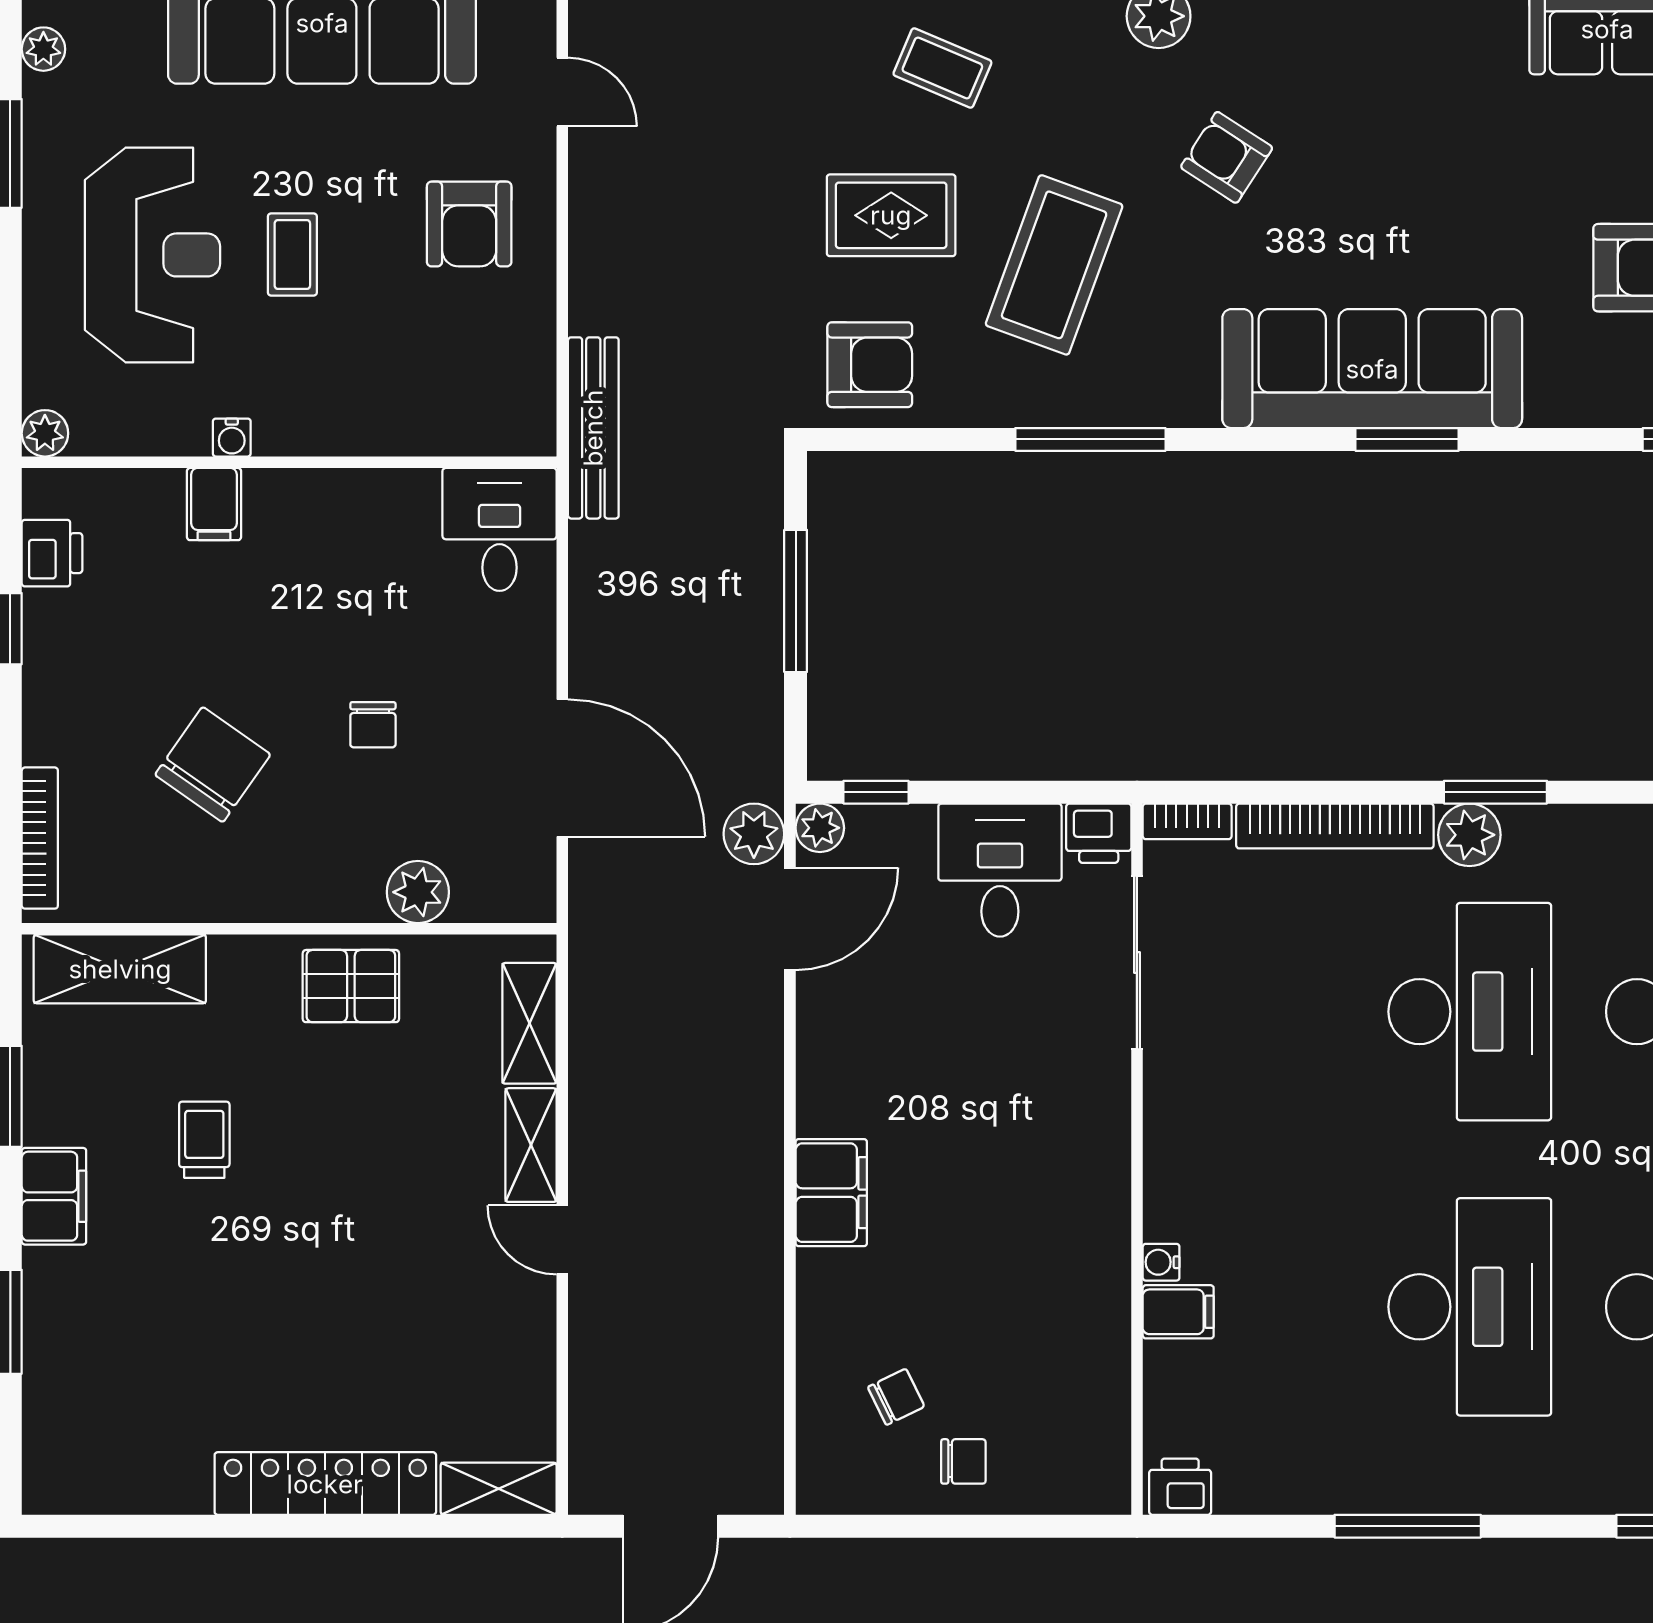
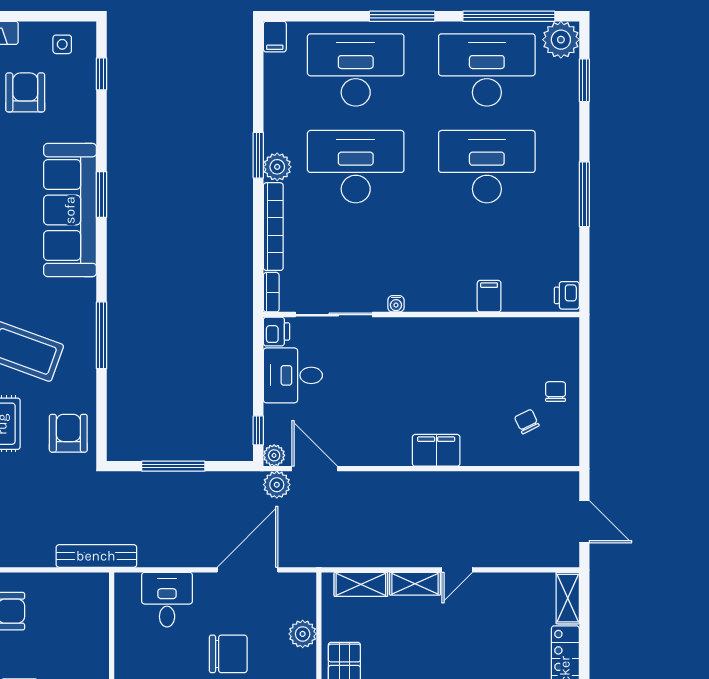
desk: (500, 529) -> (167, 600), moved, turned 90
chair: (373, 725) -> (228, 654), width x1.87, depth x1.87
water cooler: (1161, 1262) -> (396, 304), moved

